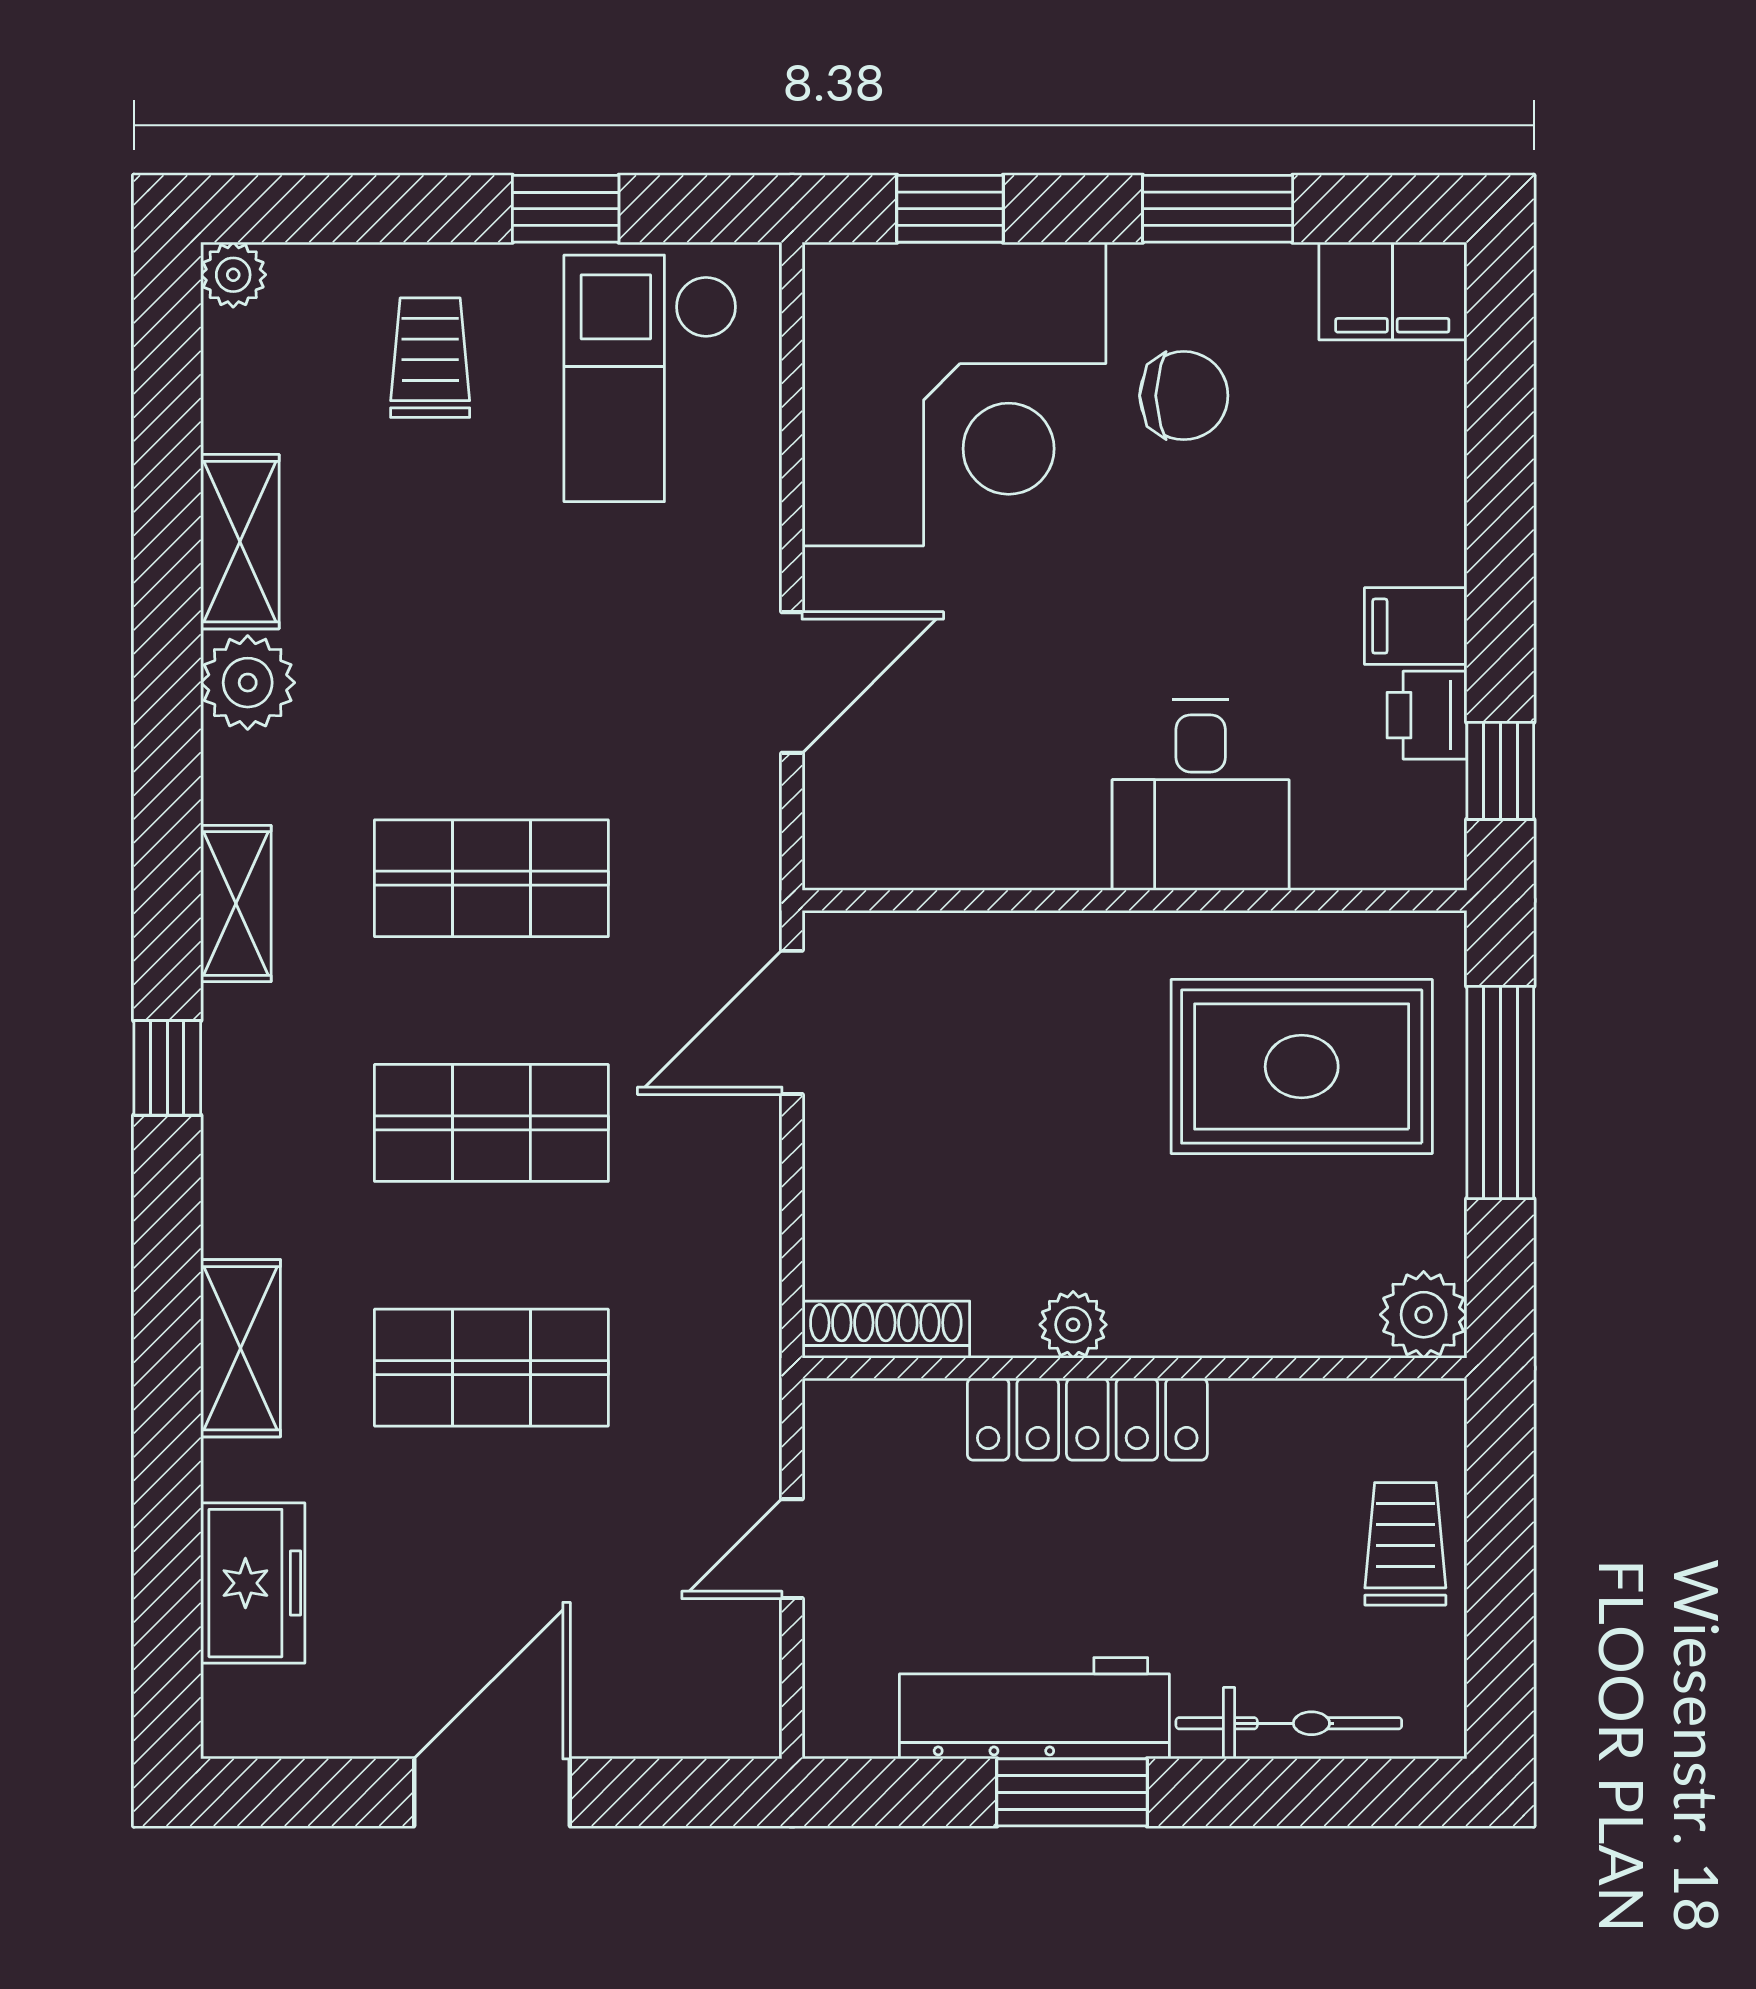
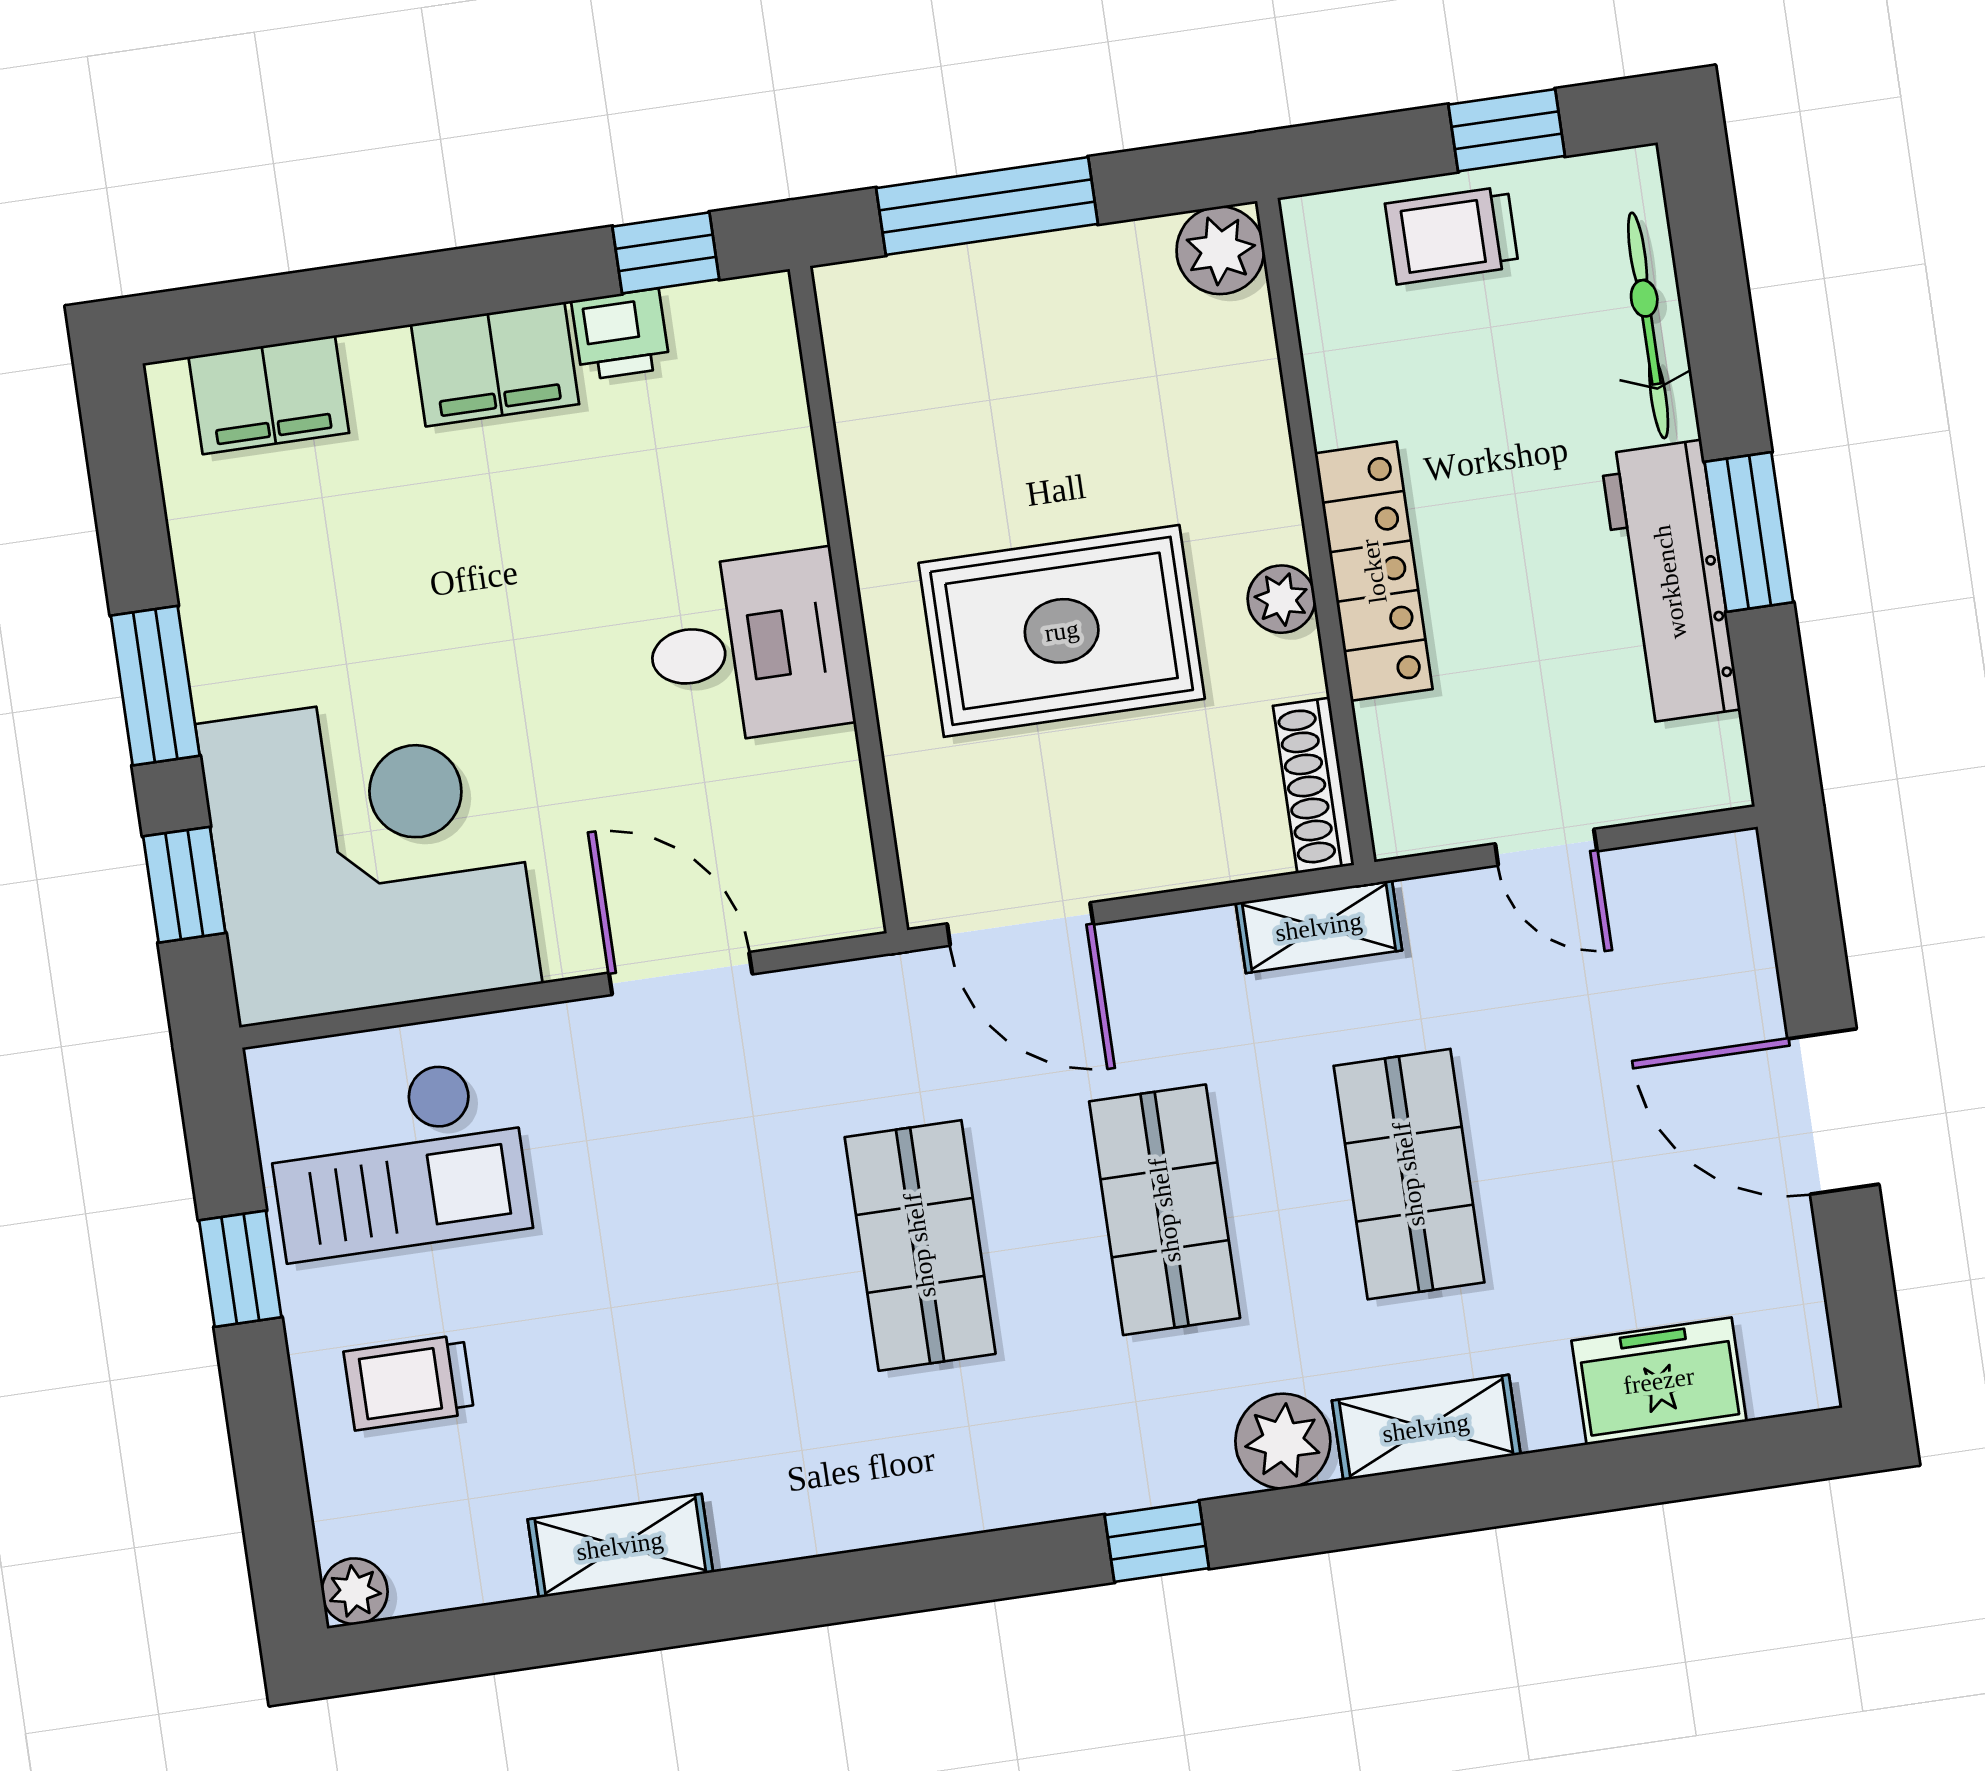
window: (1218, 209) -> (155, 686), moved
filing cabinet: (1392, 291) -> (269, 395), moved, turned 90
chair: (1184, 396) -> (337, 624), removed
filing cabinet: (1416, 626) -> (495, 364), width x2.00
plant: (248, 683) -> (1283, 1441), moved
desk: (1201, 795) -> (748, 648), moved
shelving: (236, 904) -> (1319, 927), moved
rug: (1302, 1067) -> (1062, 631), moved, turned 90
window: (1500, 1612) -> (1507, 130), added

